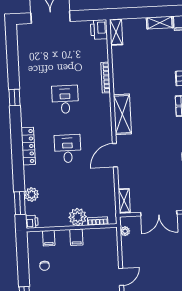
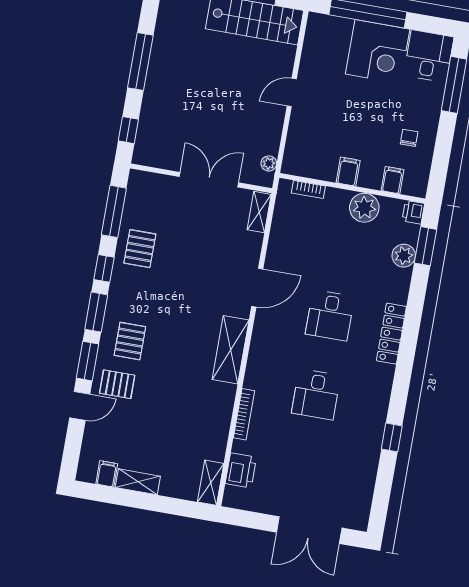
printer: (99, 29) -> (241, 470), moved
window: (14, 97) -> (392, 437), moved
plant: (78, 217) -> (364, 208), moved

